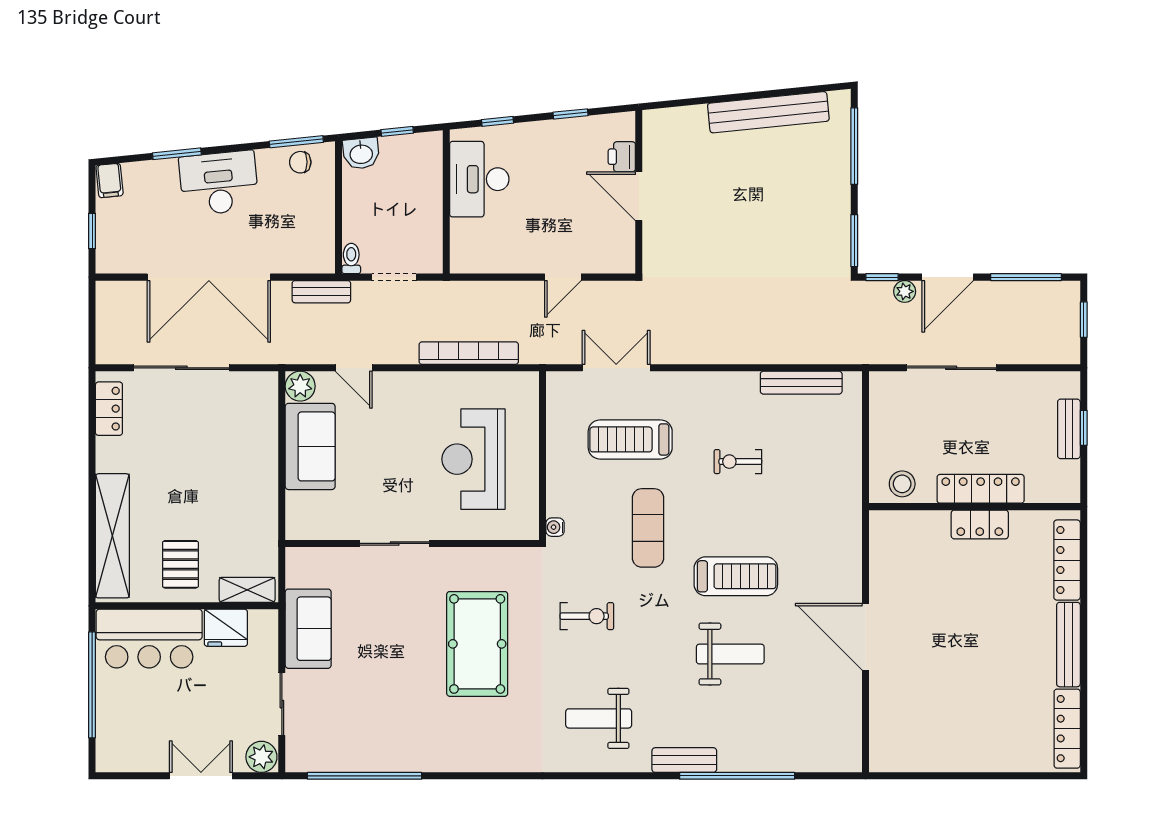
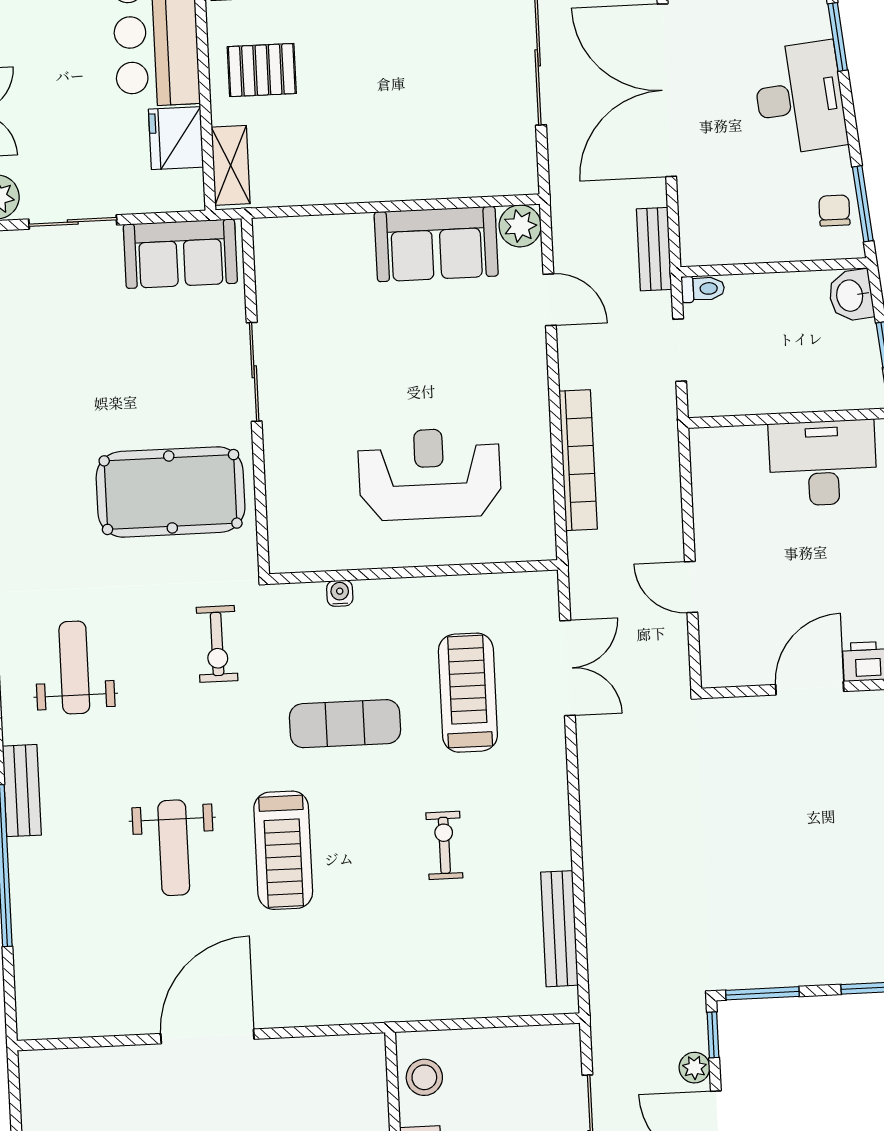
door: (354, 368) -> (550, 300), swing flipped
sliding door: (395, 543) -> (254, 372), moved
wall: (412, 543) -> (255, 396), moved

